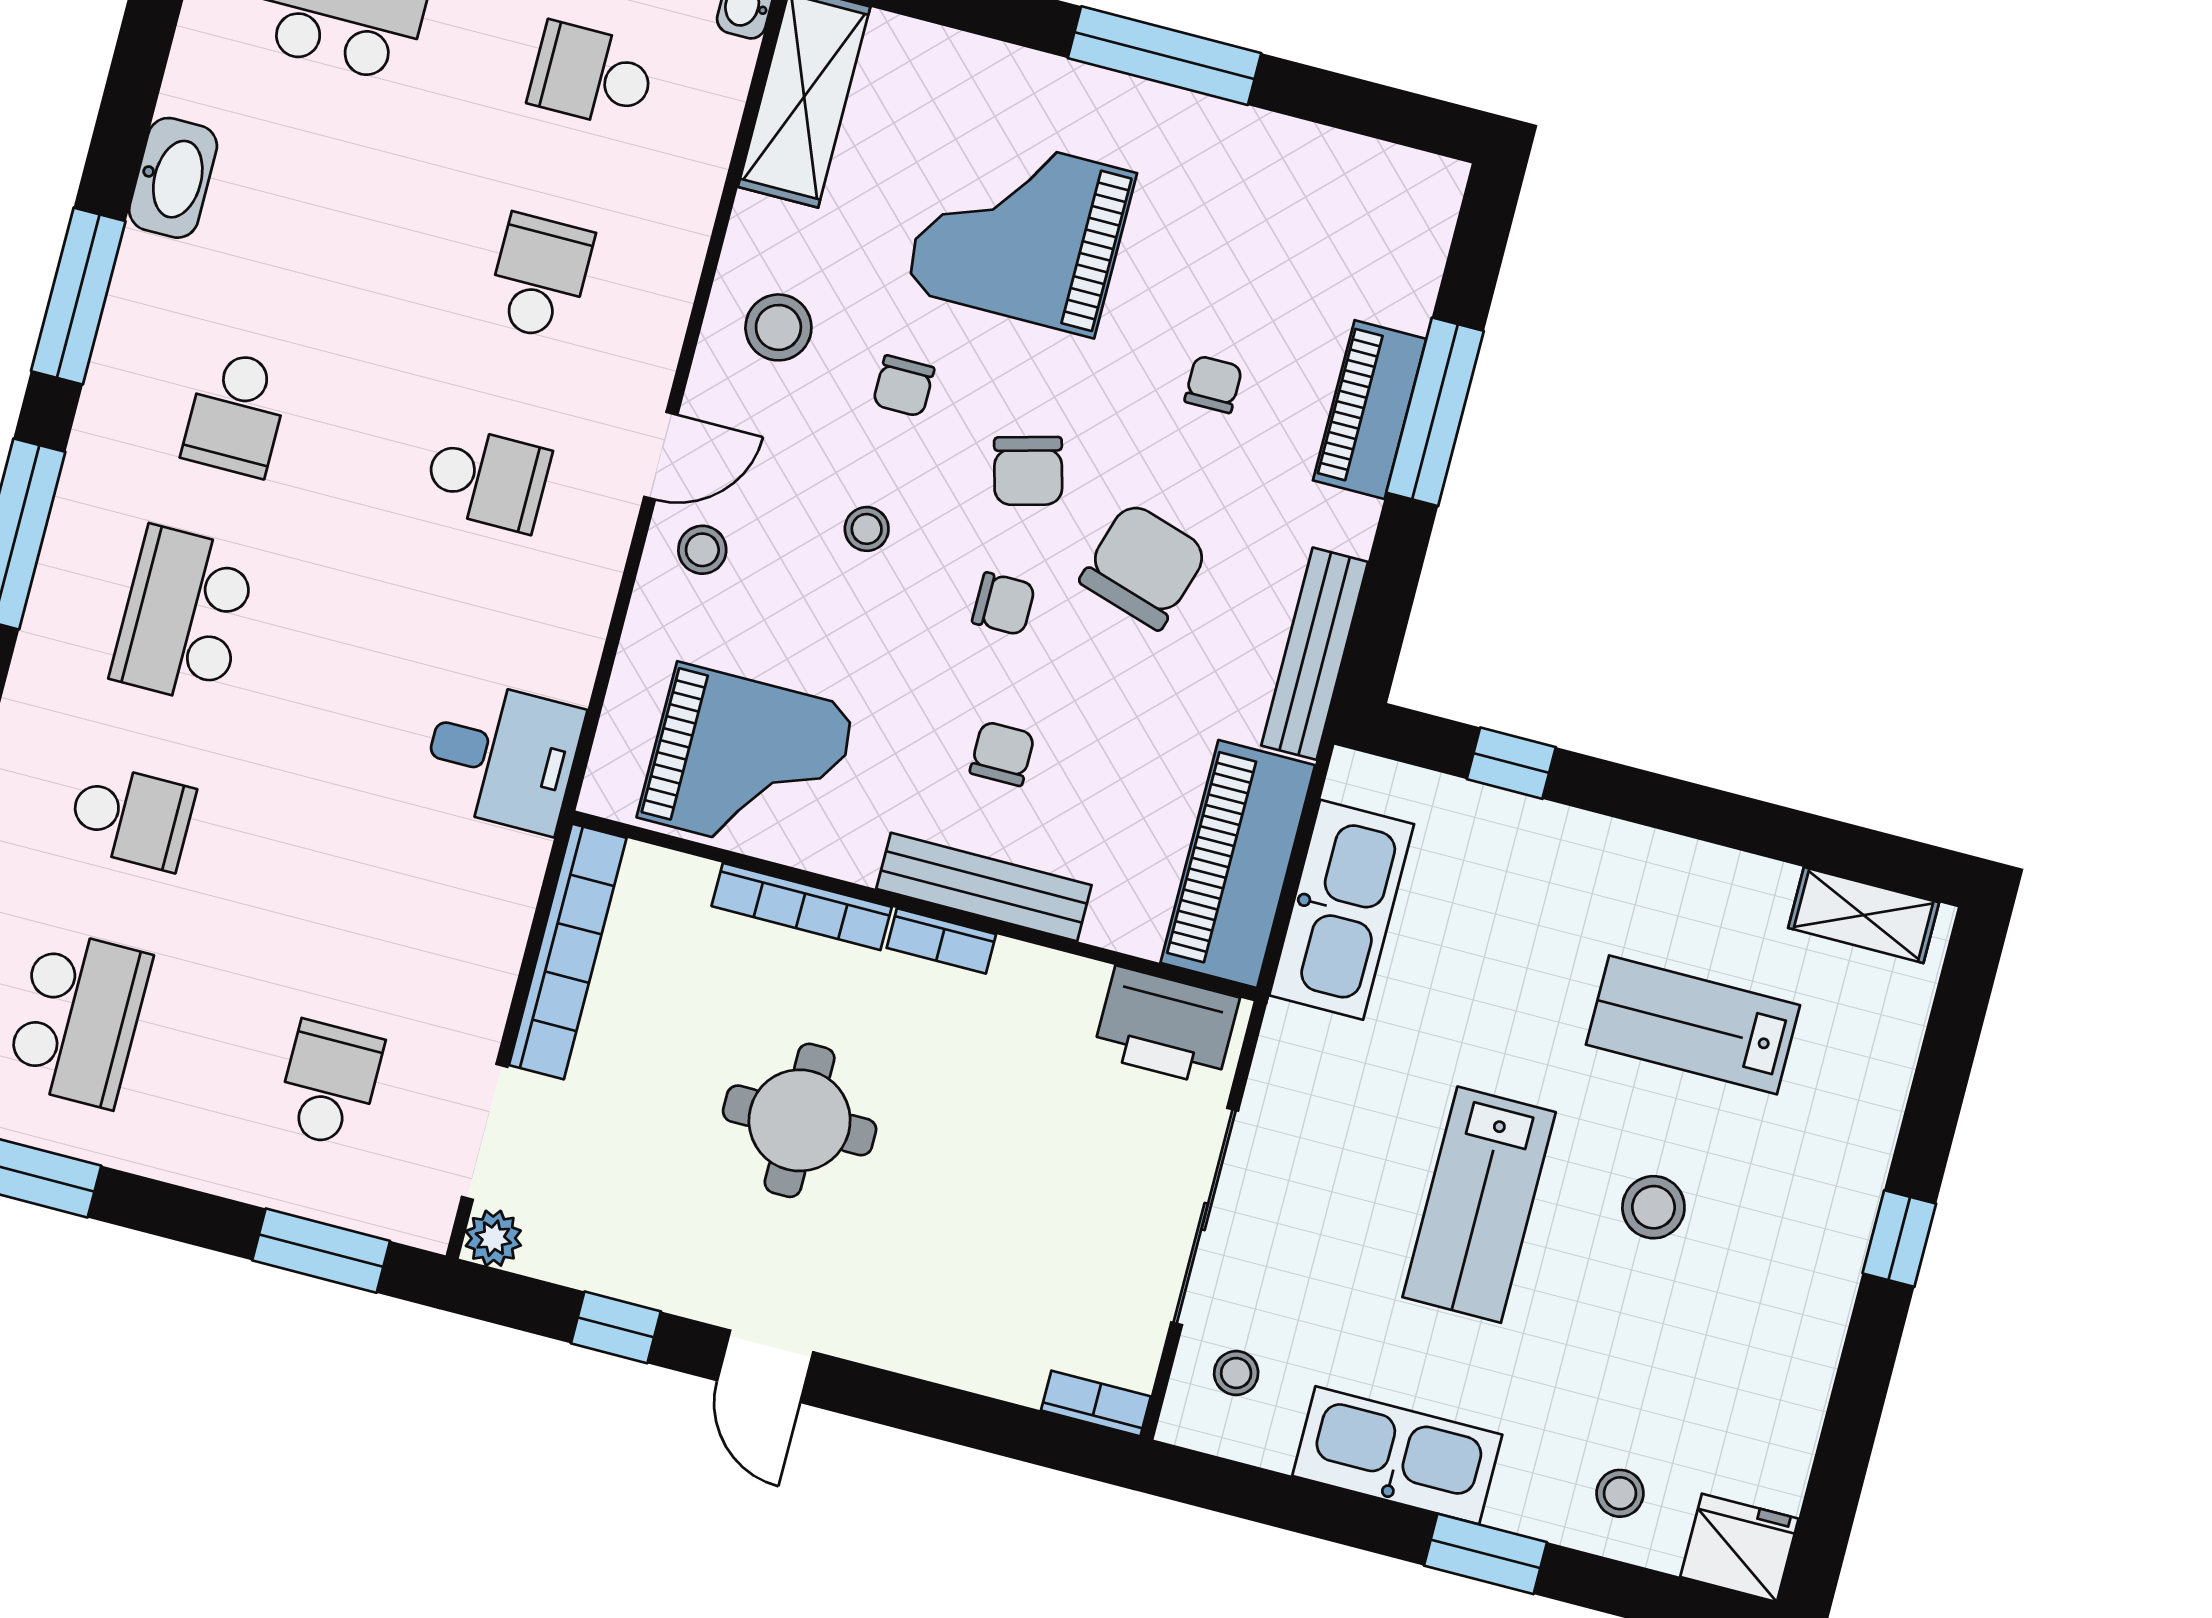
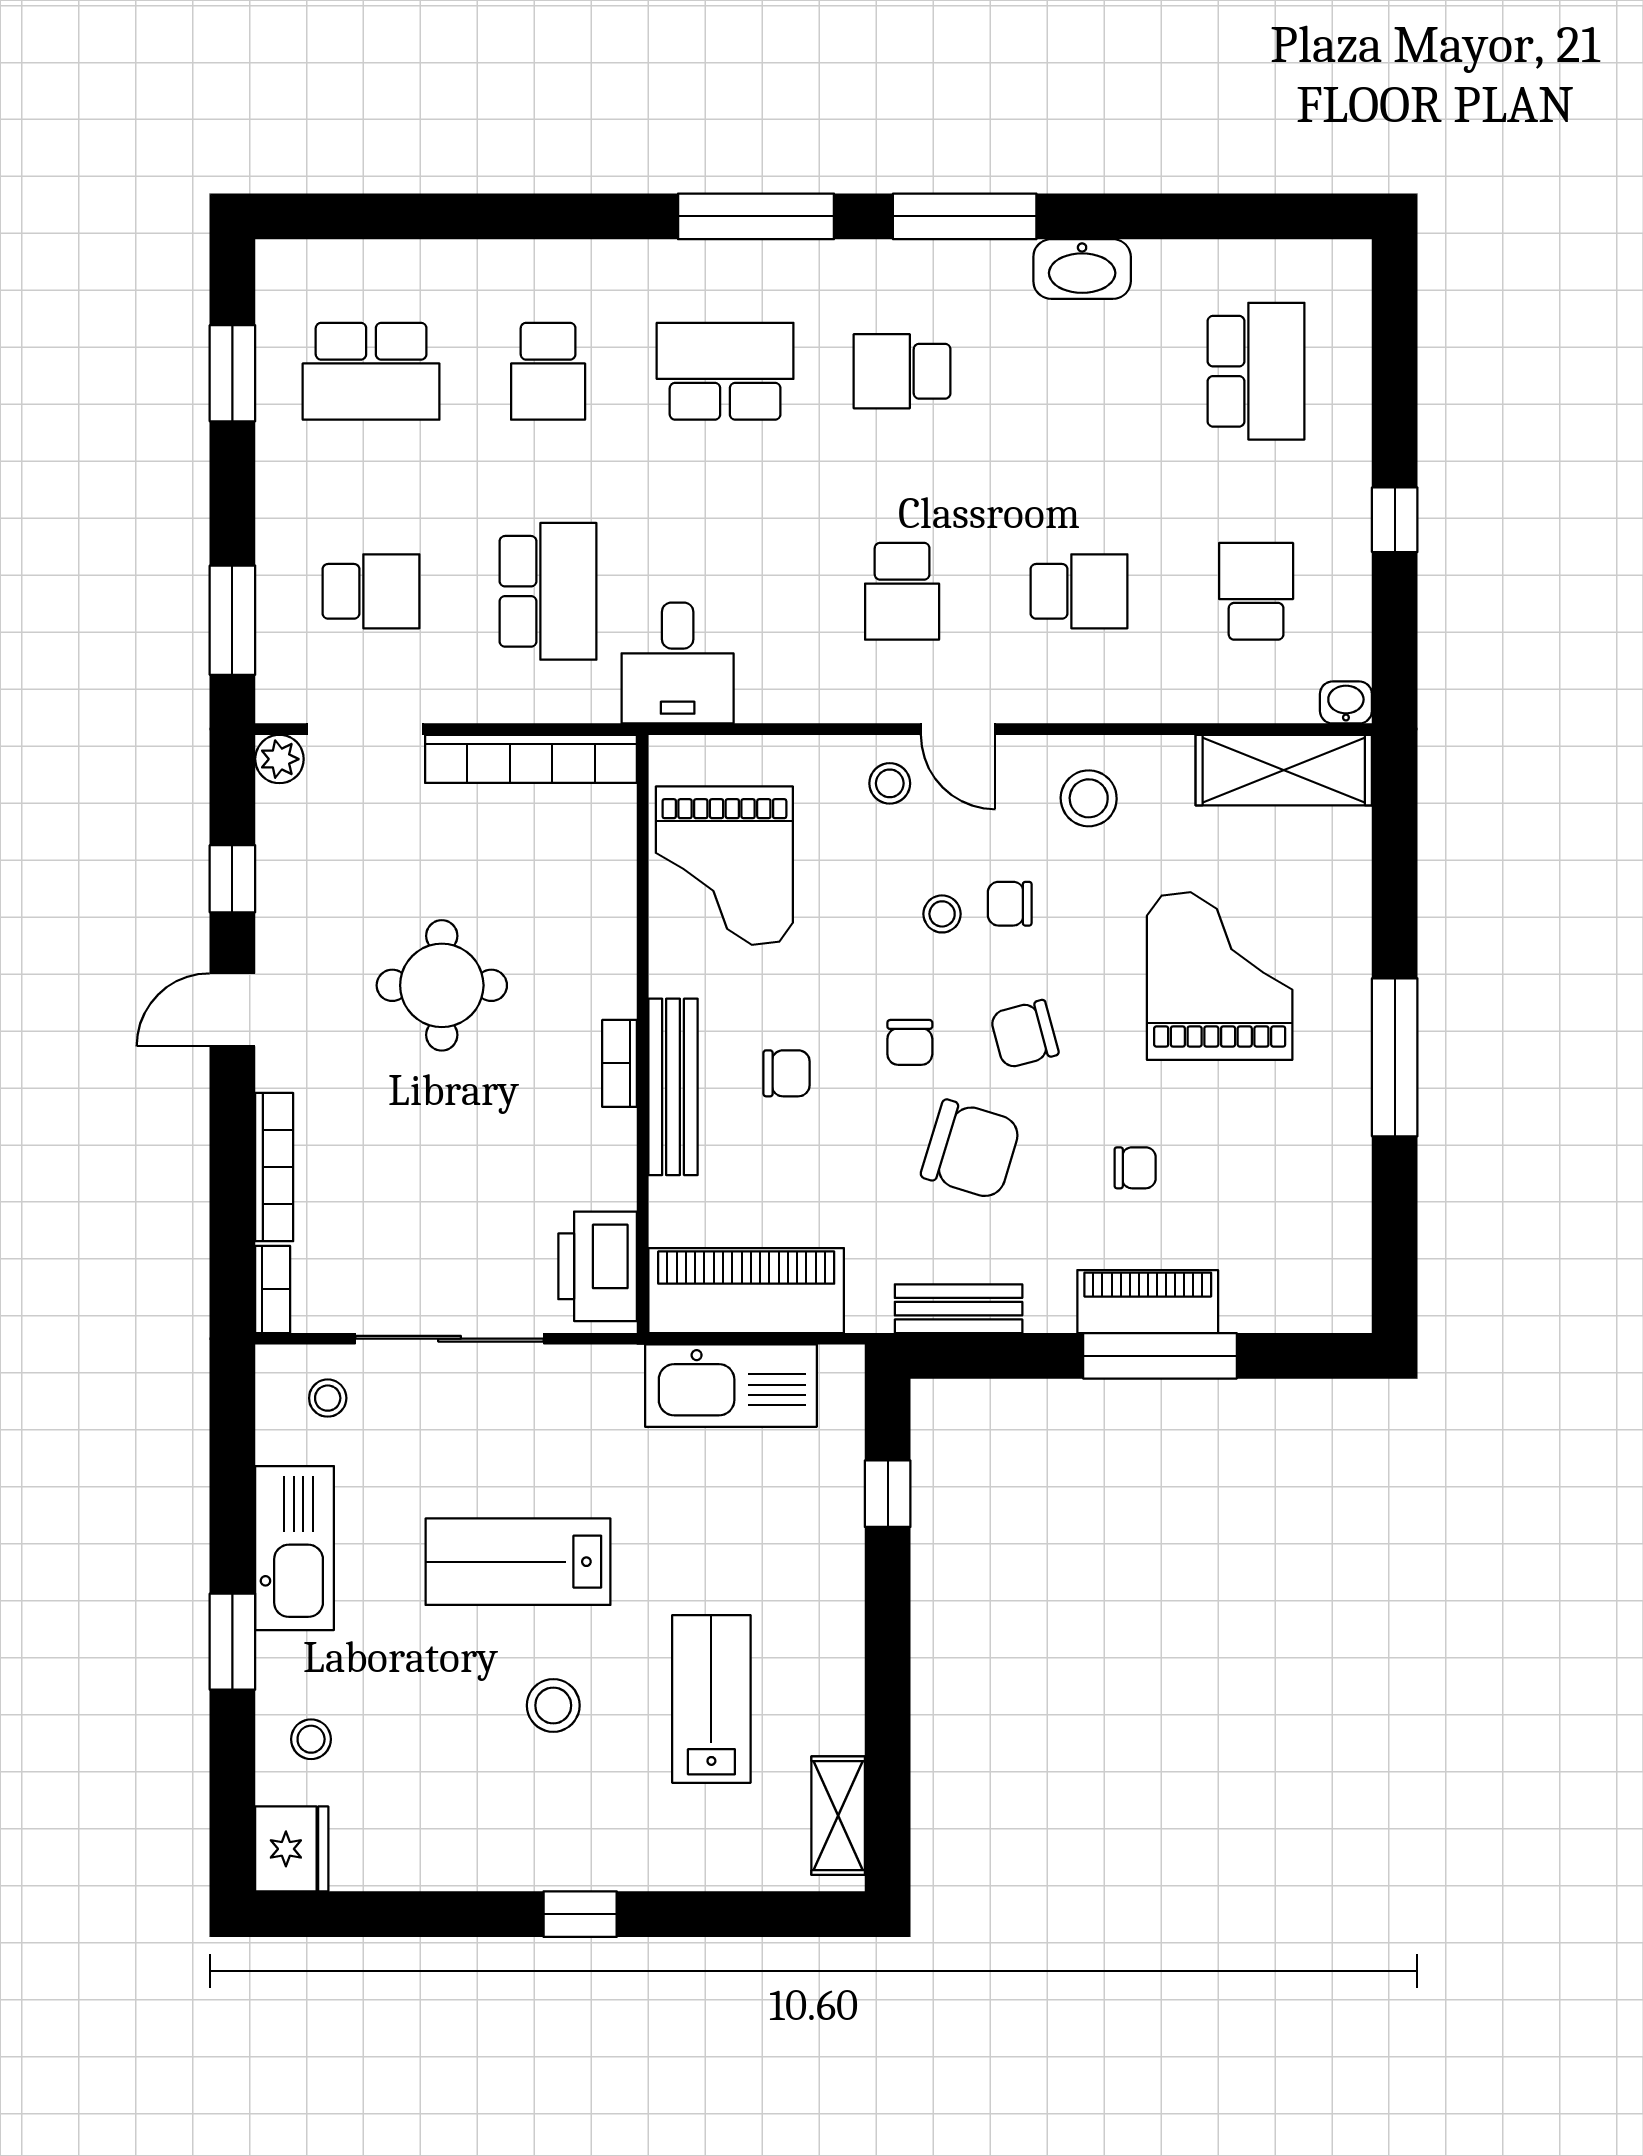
chair: (904, 386) -> (1010, 904), moved
bench: (1315, 654) -> (959, 1309), width x0.73
school desk: (382, 882) -> (548, 591), added
bookcase: (802, 906) -> (274, 1167), moved, turned 180

